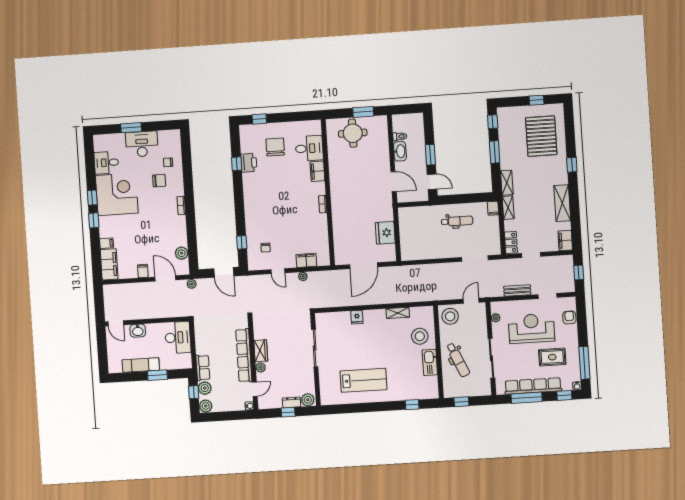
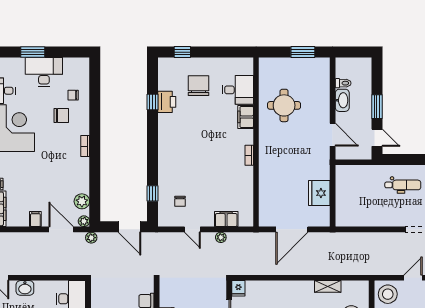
round table: (353, 133) -> (284, 105), moved
plant: (184, 270) -> (84, 221), added
fridge: (357, 317) -> (238, 288), moved

